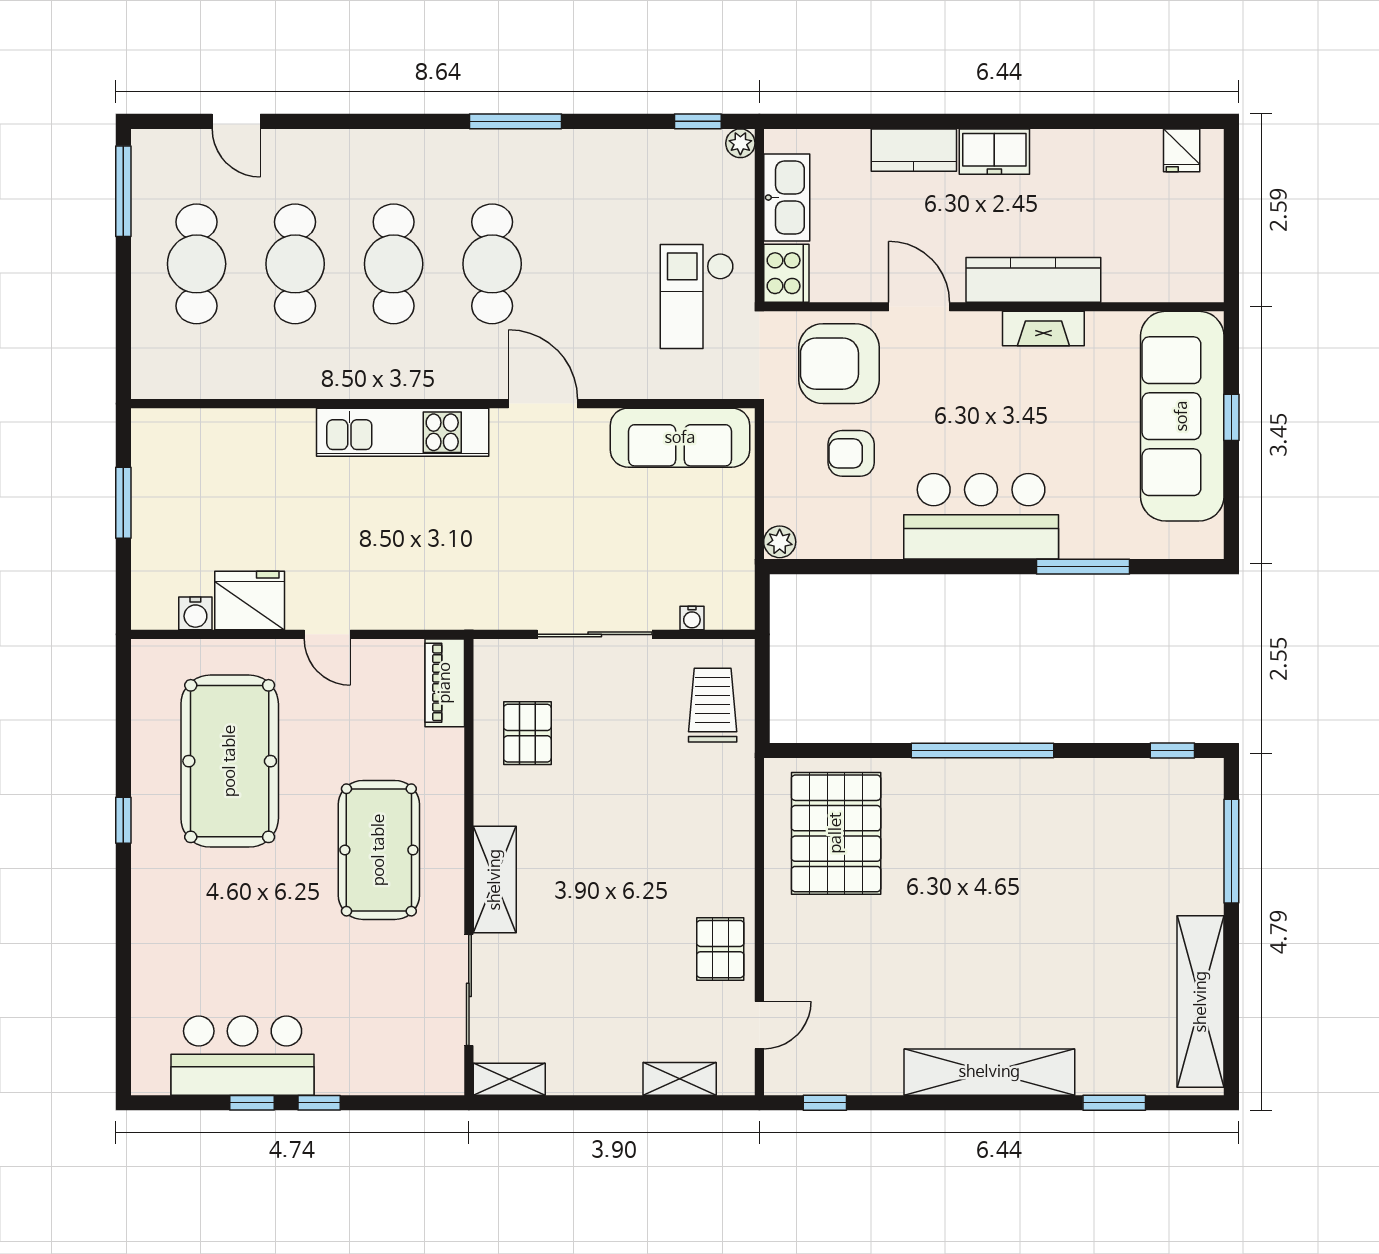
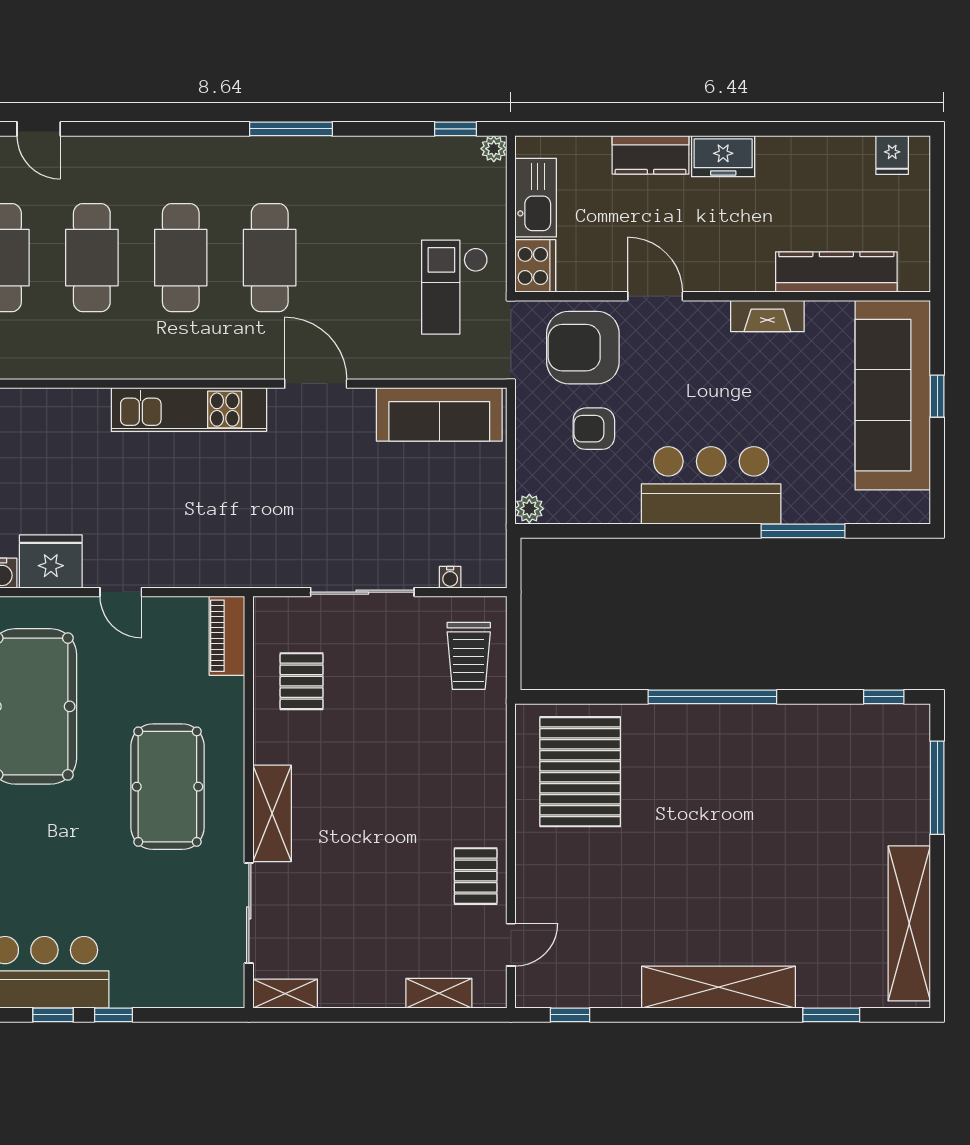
kitchen counter: (1033, 280) -> (836, 272), moved
trolley: (713, 705) -> (469, 656), turned 180

